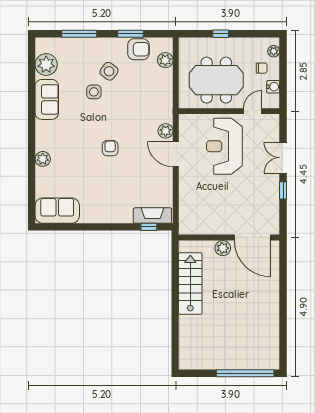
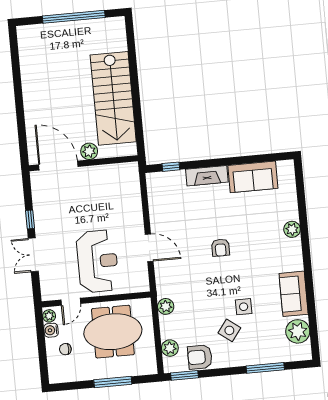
window: (130, 34) -> (185, 375), moved
window: (221, 34) -> (113, 382), width x2.17
plant: (274, 51) -> (49, 316), moved
plant: (166, 131) -> (166, 306), moved
double door: (283, 158) -> (33, 255), swing flipped
sofa: (57, 211) -> (253, 177), moved
fireplace: (152, 216) -> (207, 176), moved
stairs: (190, 284) -> (113, 98), width x1.36, depth x1.51
window: (245, 373) -> (74, 17), moved

